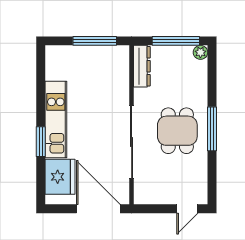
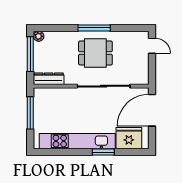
kitchen unit: (56, 119) -> (77, 141), width x1.36

